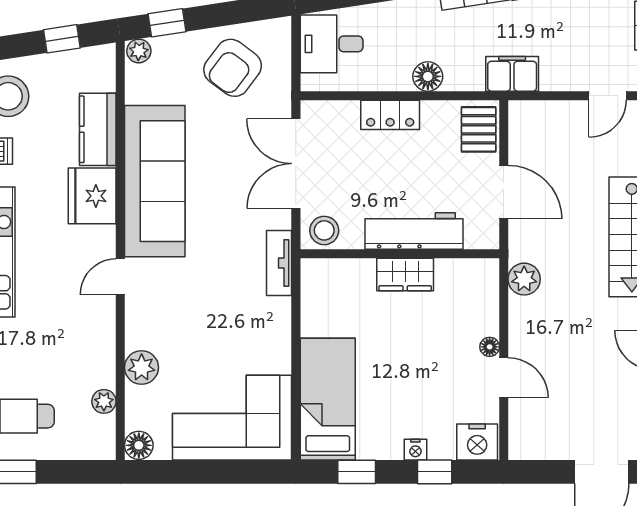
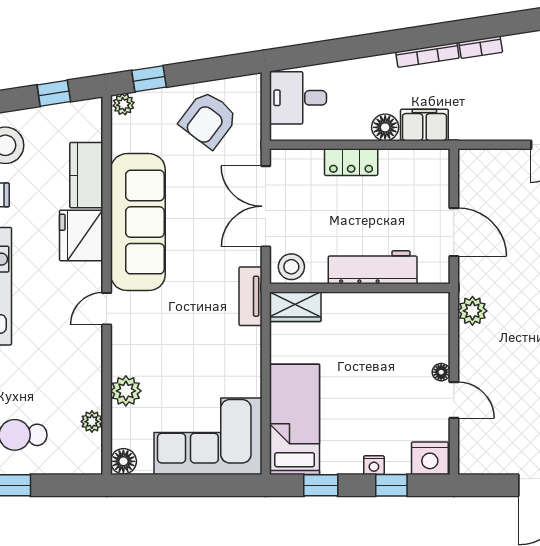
filing cabinet: (512, 74) -> (424, 125), moved
pallet: (479, 129) -> (431, 175), removed
wardrobe: (405, 275) -> (295, 307), moved

